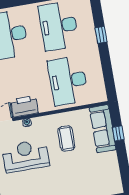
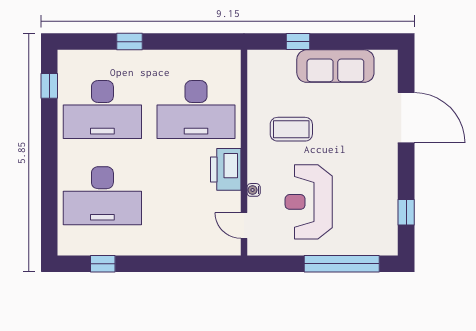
printer: (24, 106) -> (226, 169), moved
sofa: (103, 129) -> (335, 66), moved

